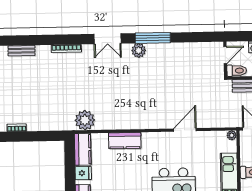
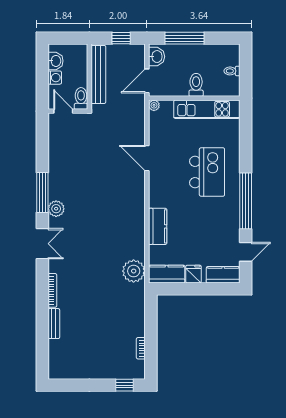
bench: (22, 51) -> (54, 324), moved

